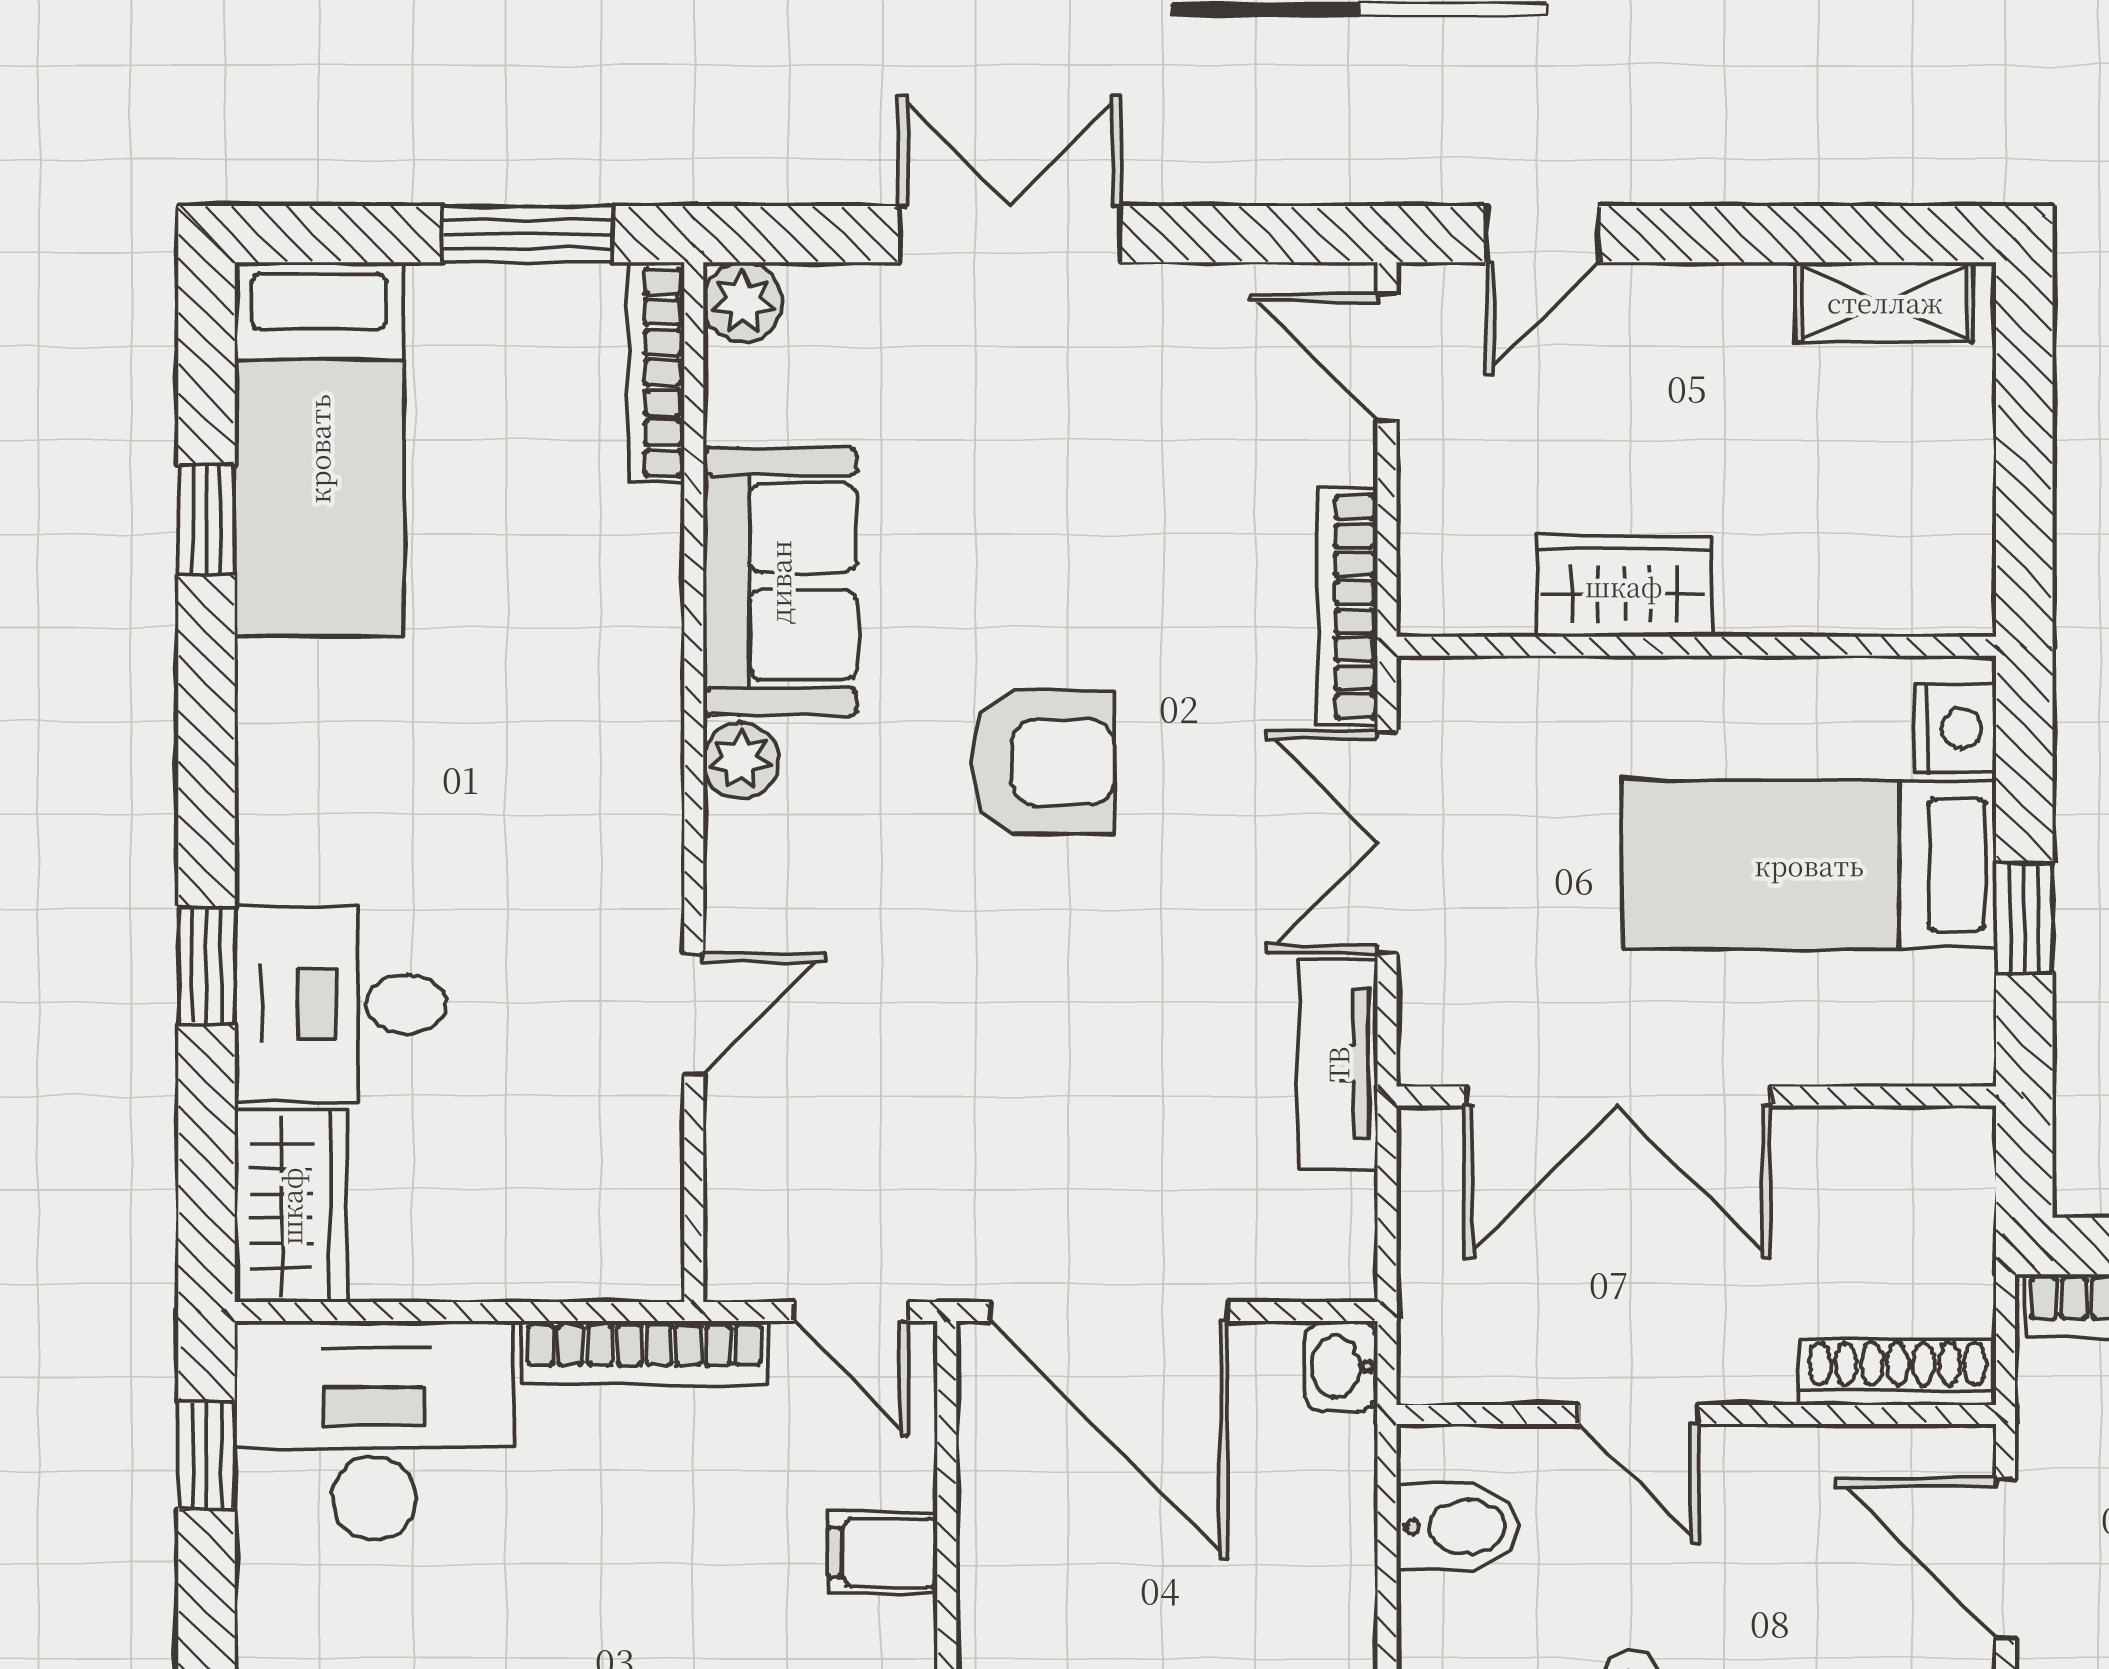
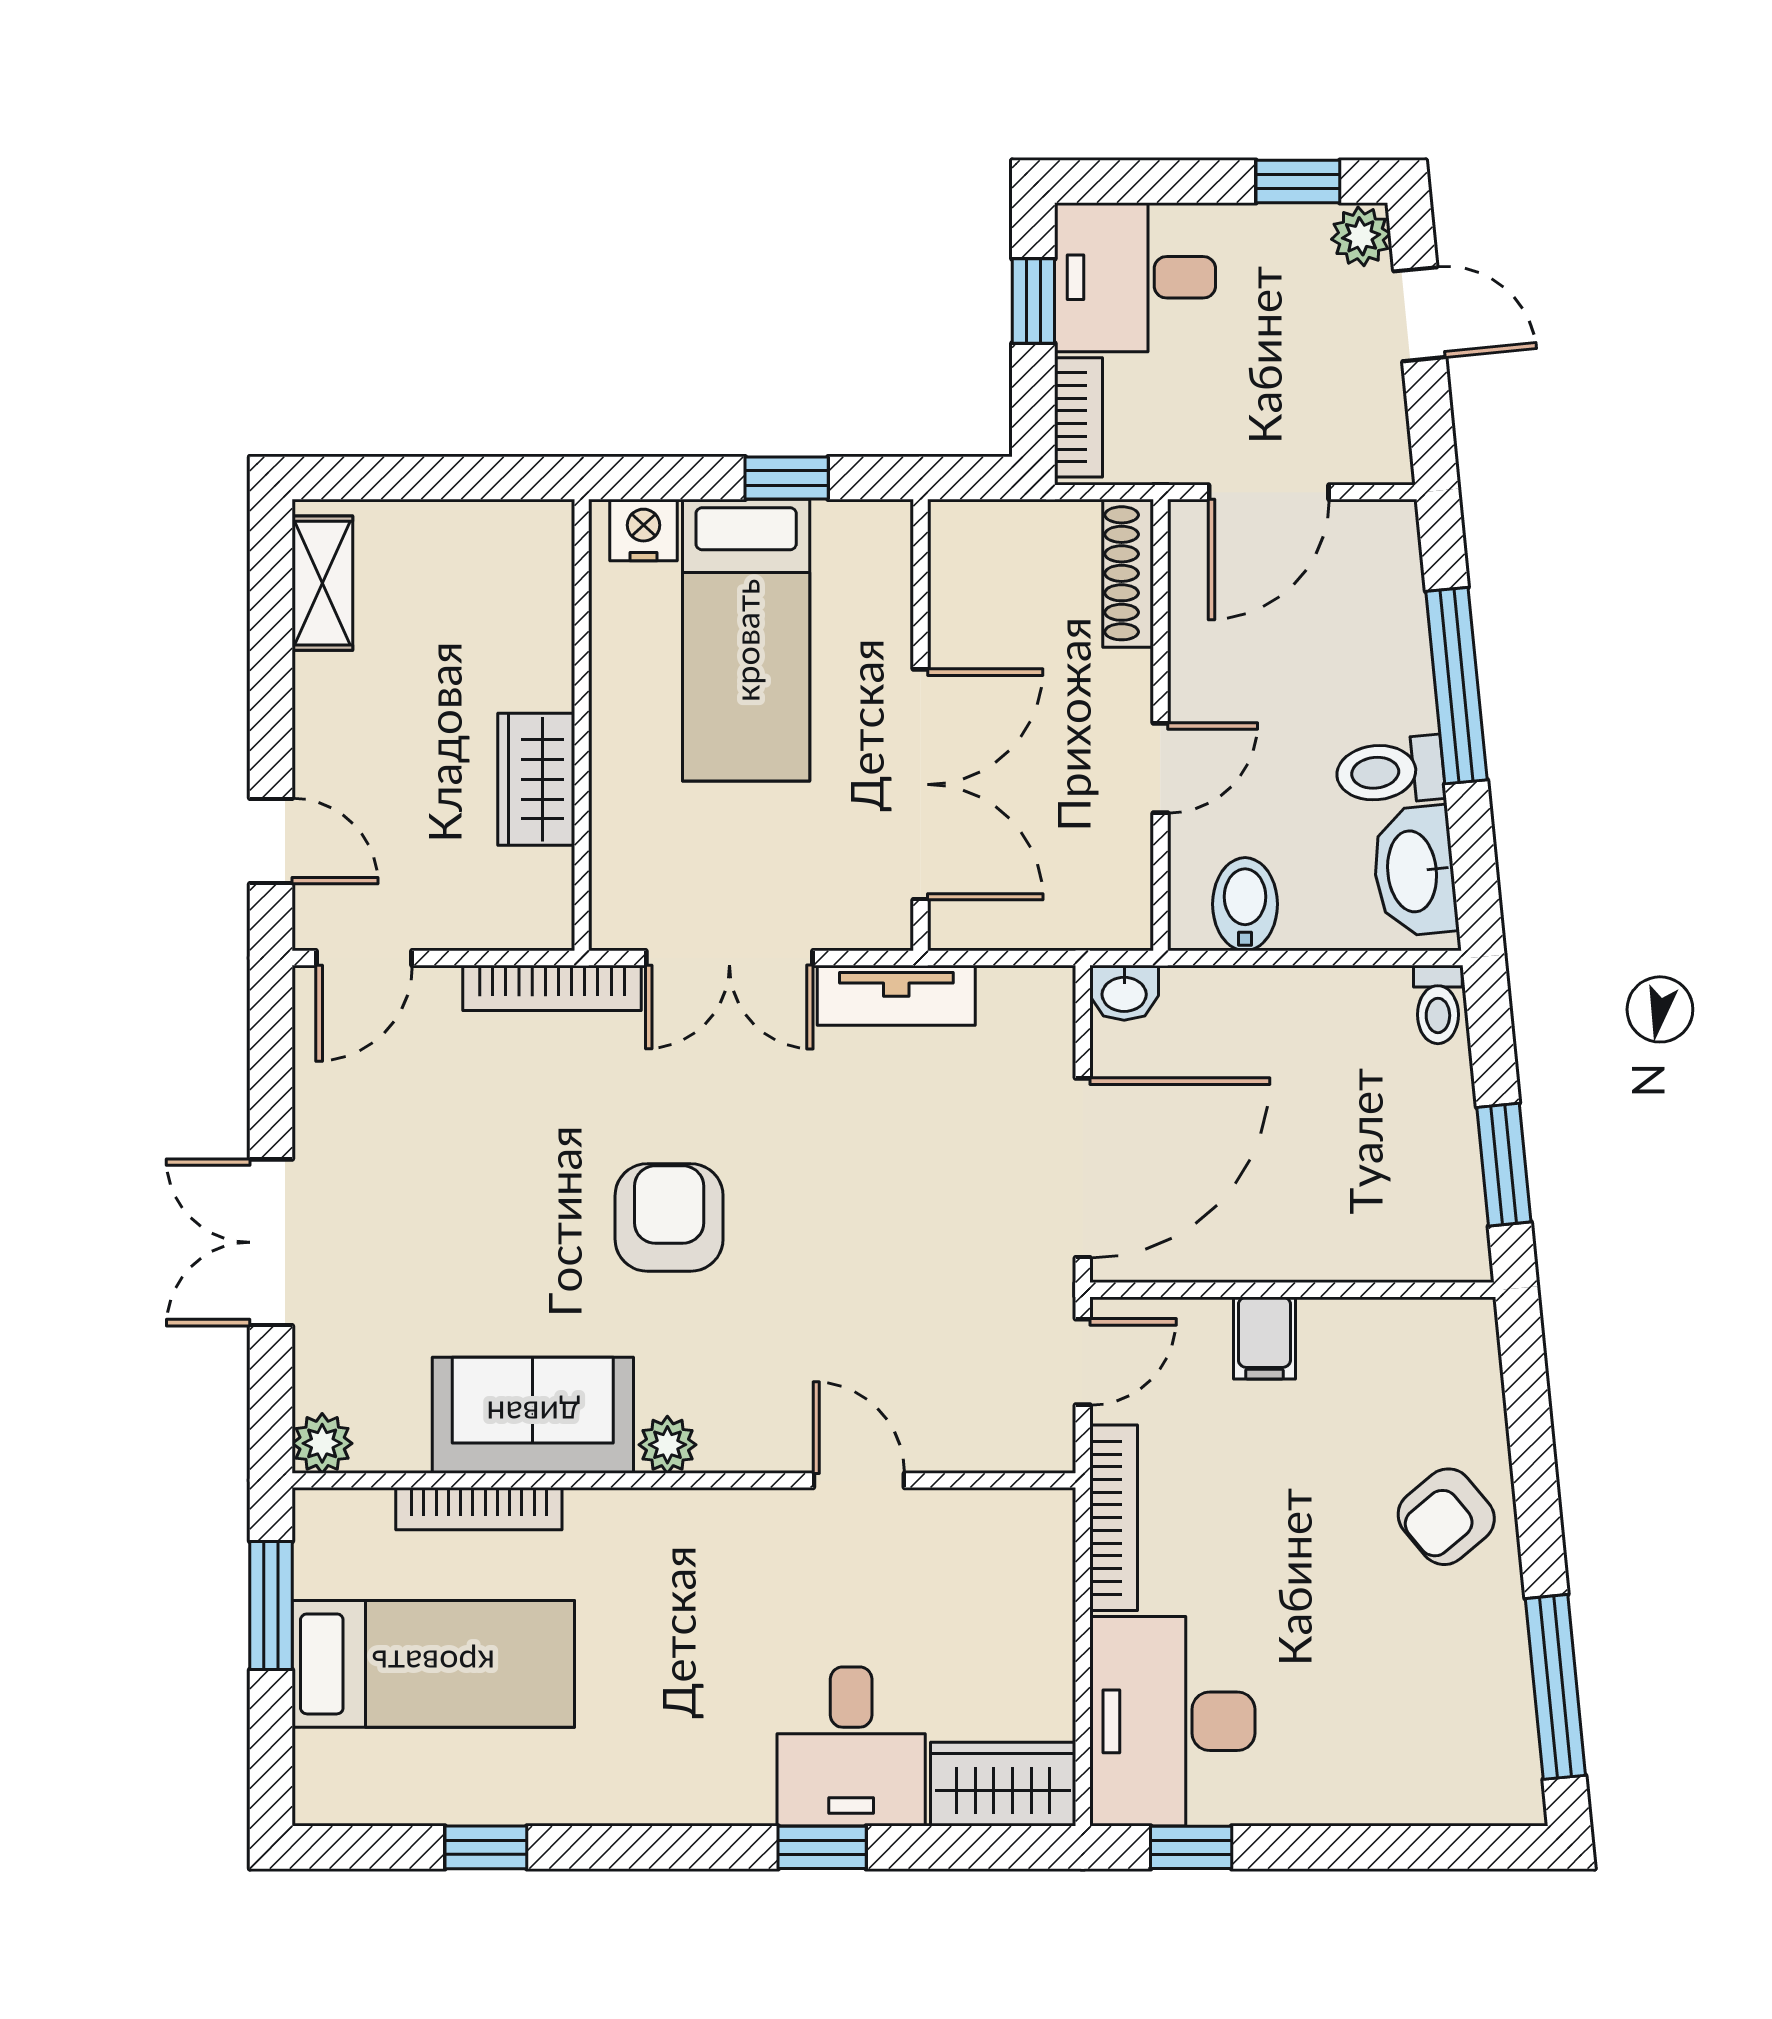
bookcase: (656, 372) -> (479, 1509), moved
bed: (319, 449) -> (433, 1664), moved

